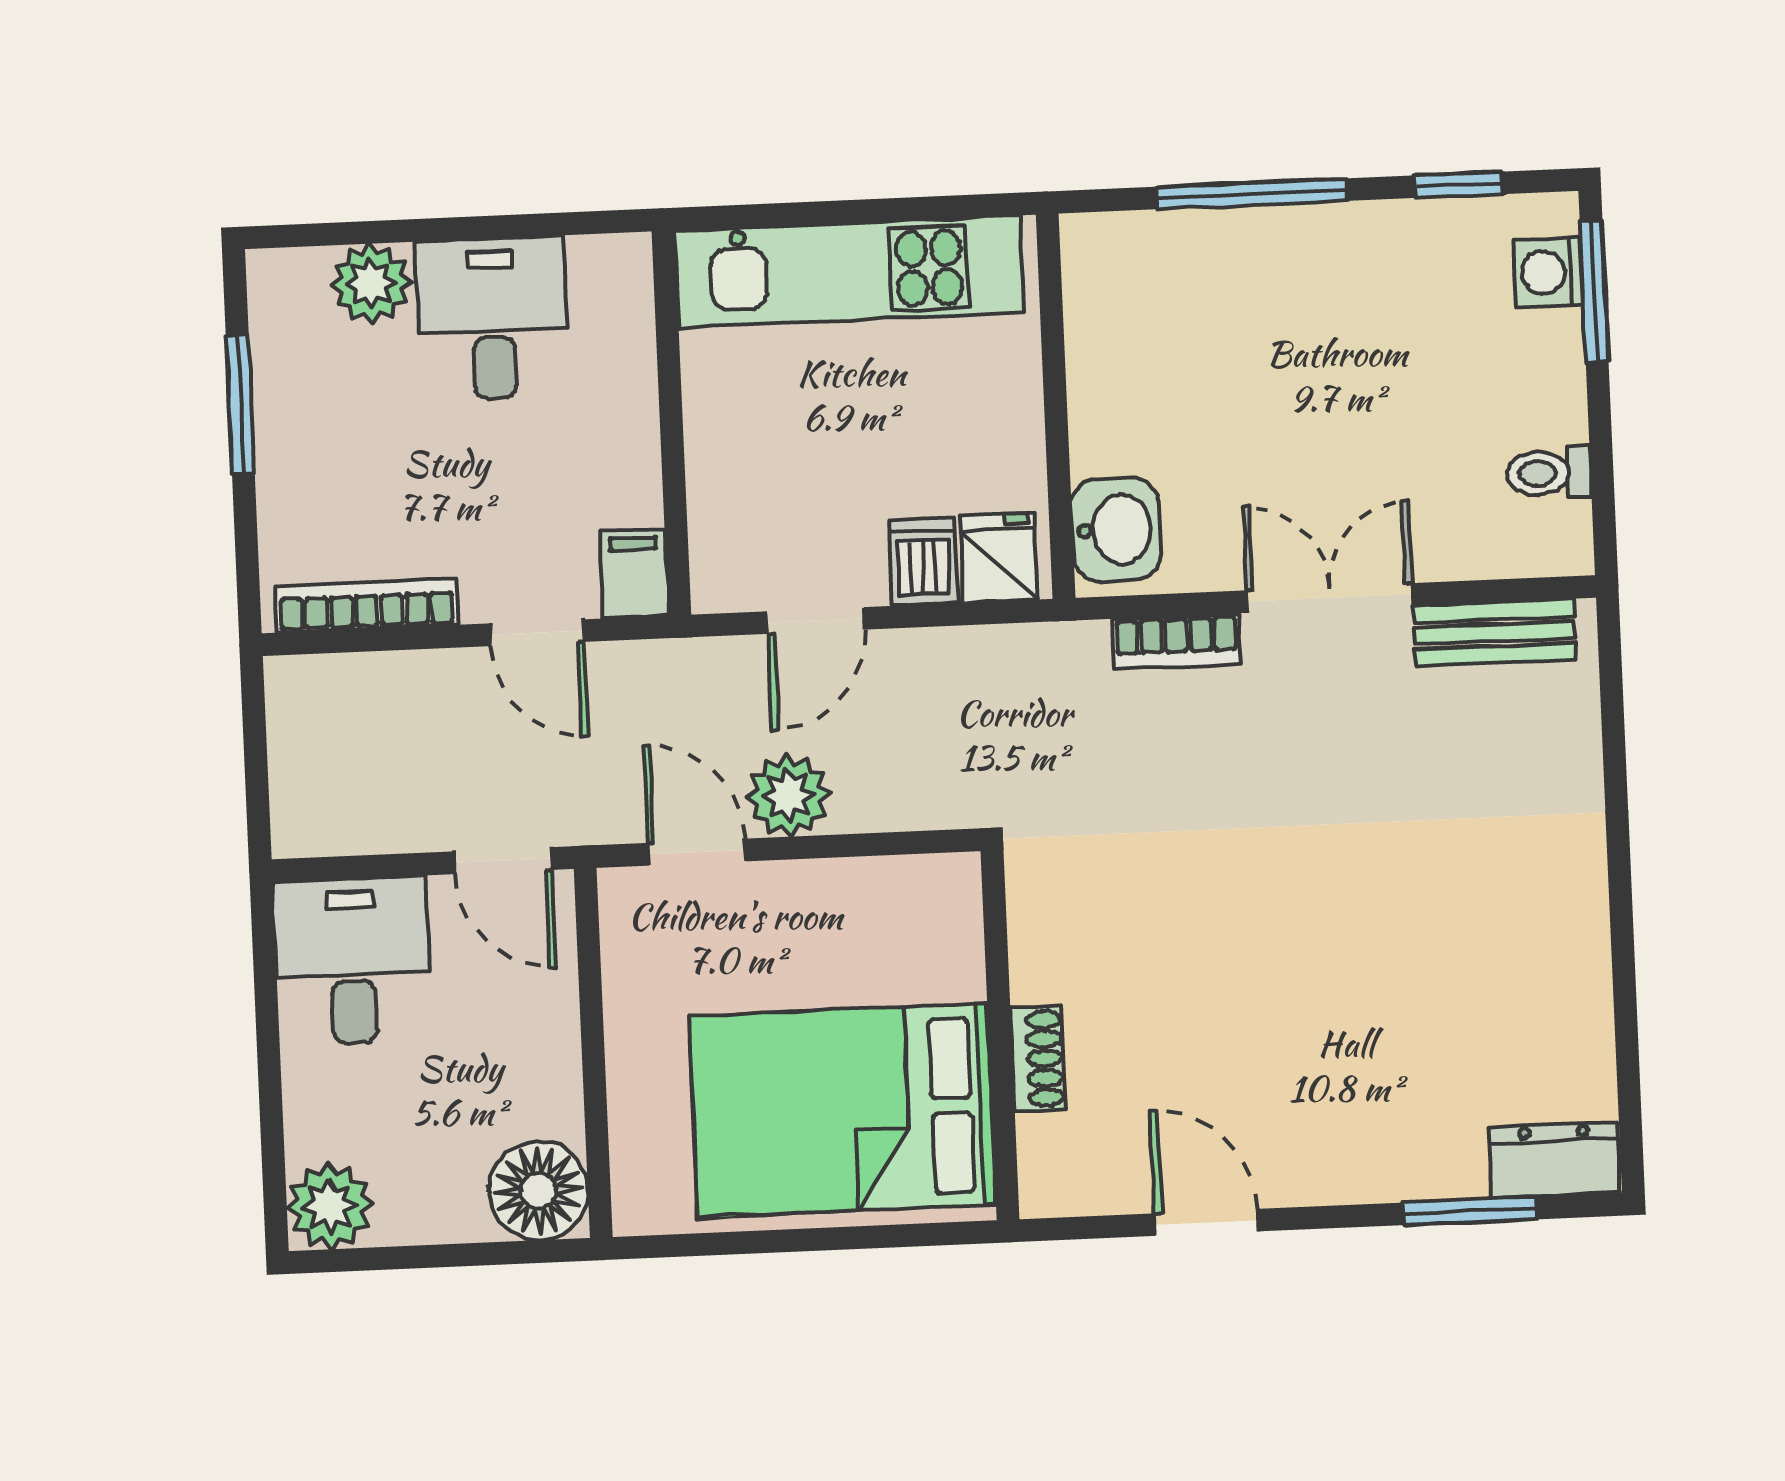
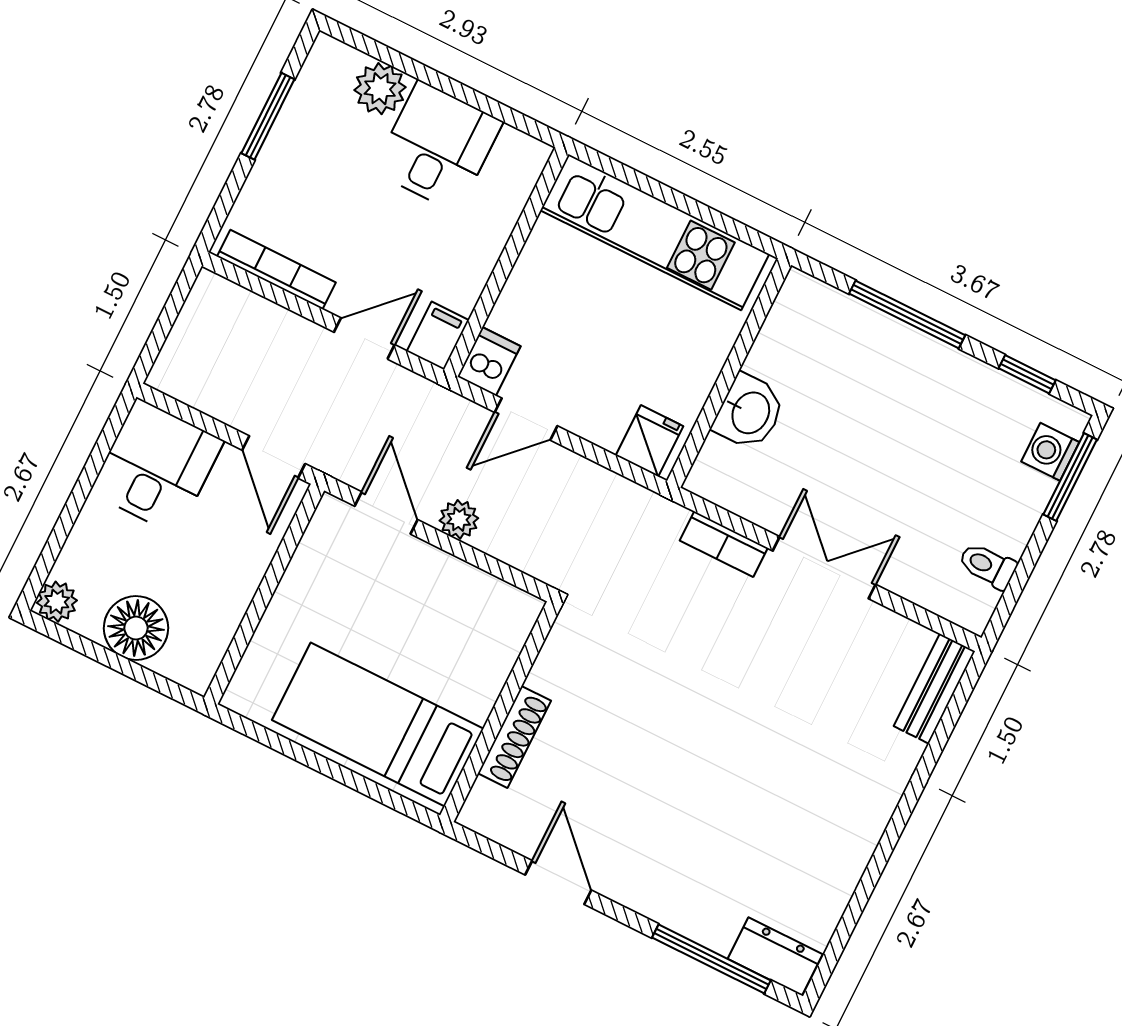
washbasin: (1116, 530) -> (749, 412), moved
dishwasher: (923, 562) -> (489, 361), moved
door: (537, 633) -> (364, 338), swing flipped
bench: (1494, 633) -> (934, 689), moved, turned 90
plant: (788, 795) -> (459, 519), width x0.73, depth x0.73
shoe rack: (1038, 1059) -> (514, 737), width x1.43
bed: (843, 1110) -> (378, 724), width x0.67
floor lamp: (538, 1191) -> (136, 628), moved
plant: (330, 1206) -> (57, 602), width x0.73, depth x0.73
window: (1470, 1211) -> (711, 959), width x1.44

